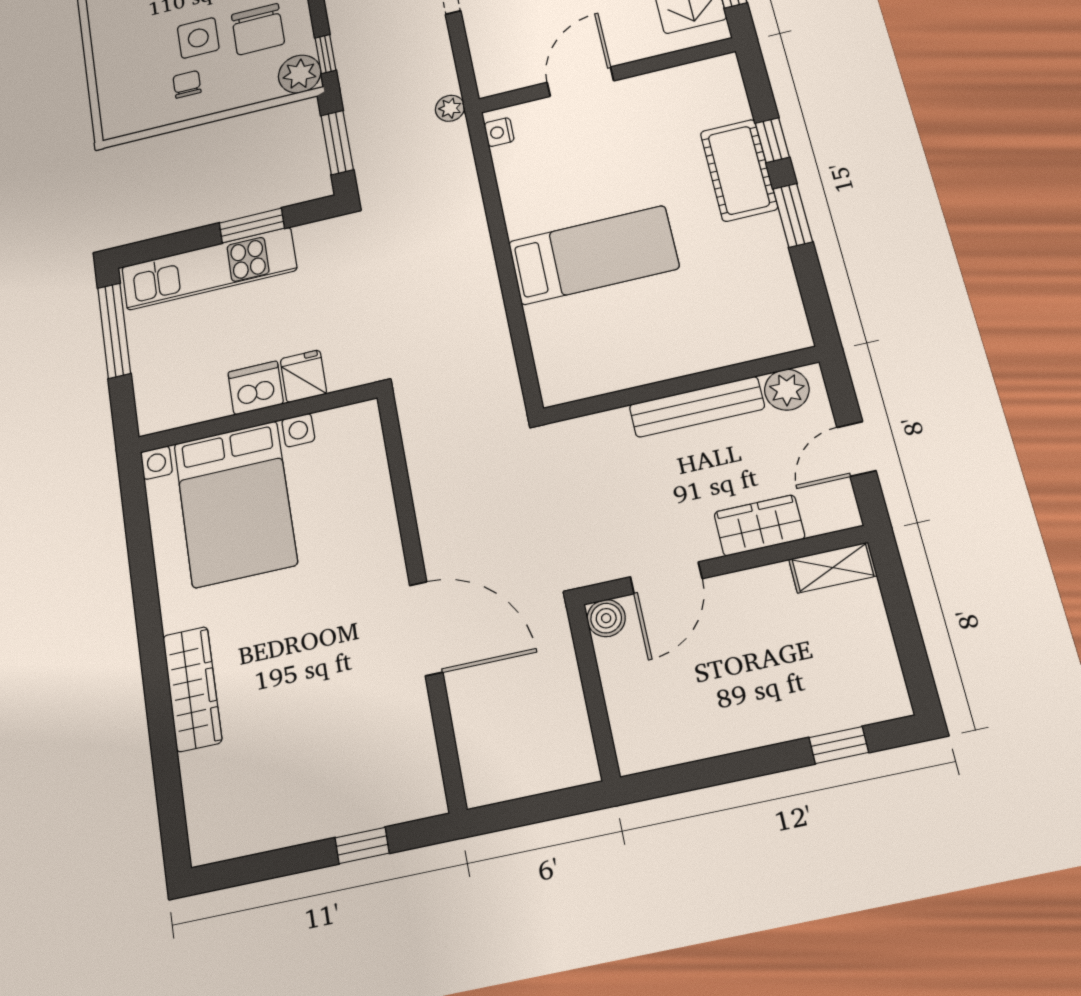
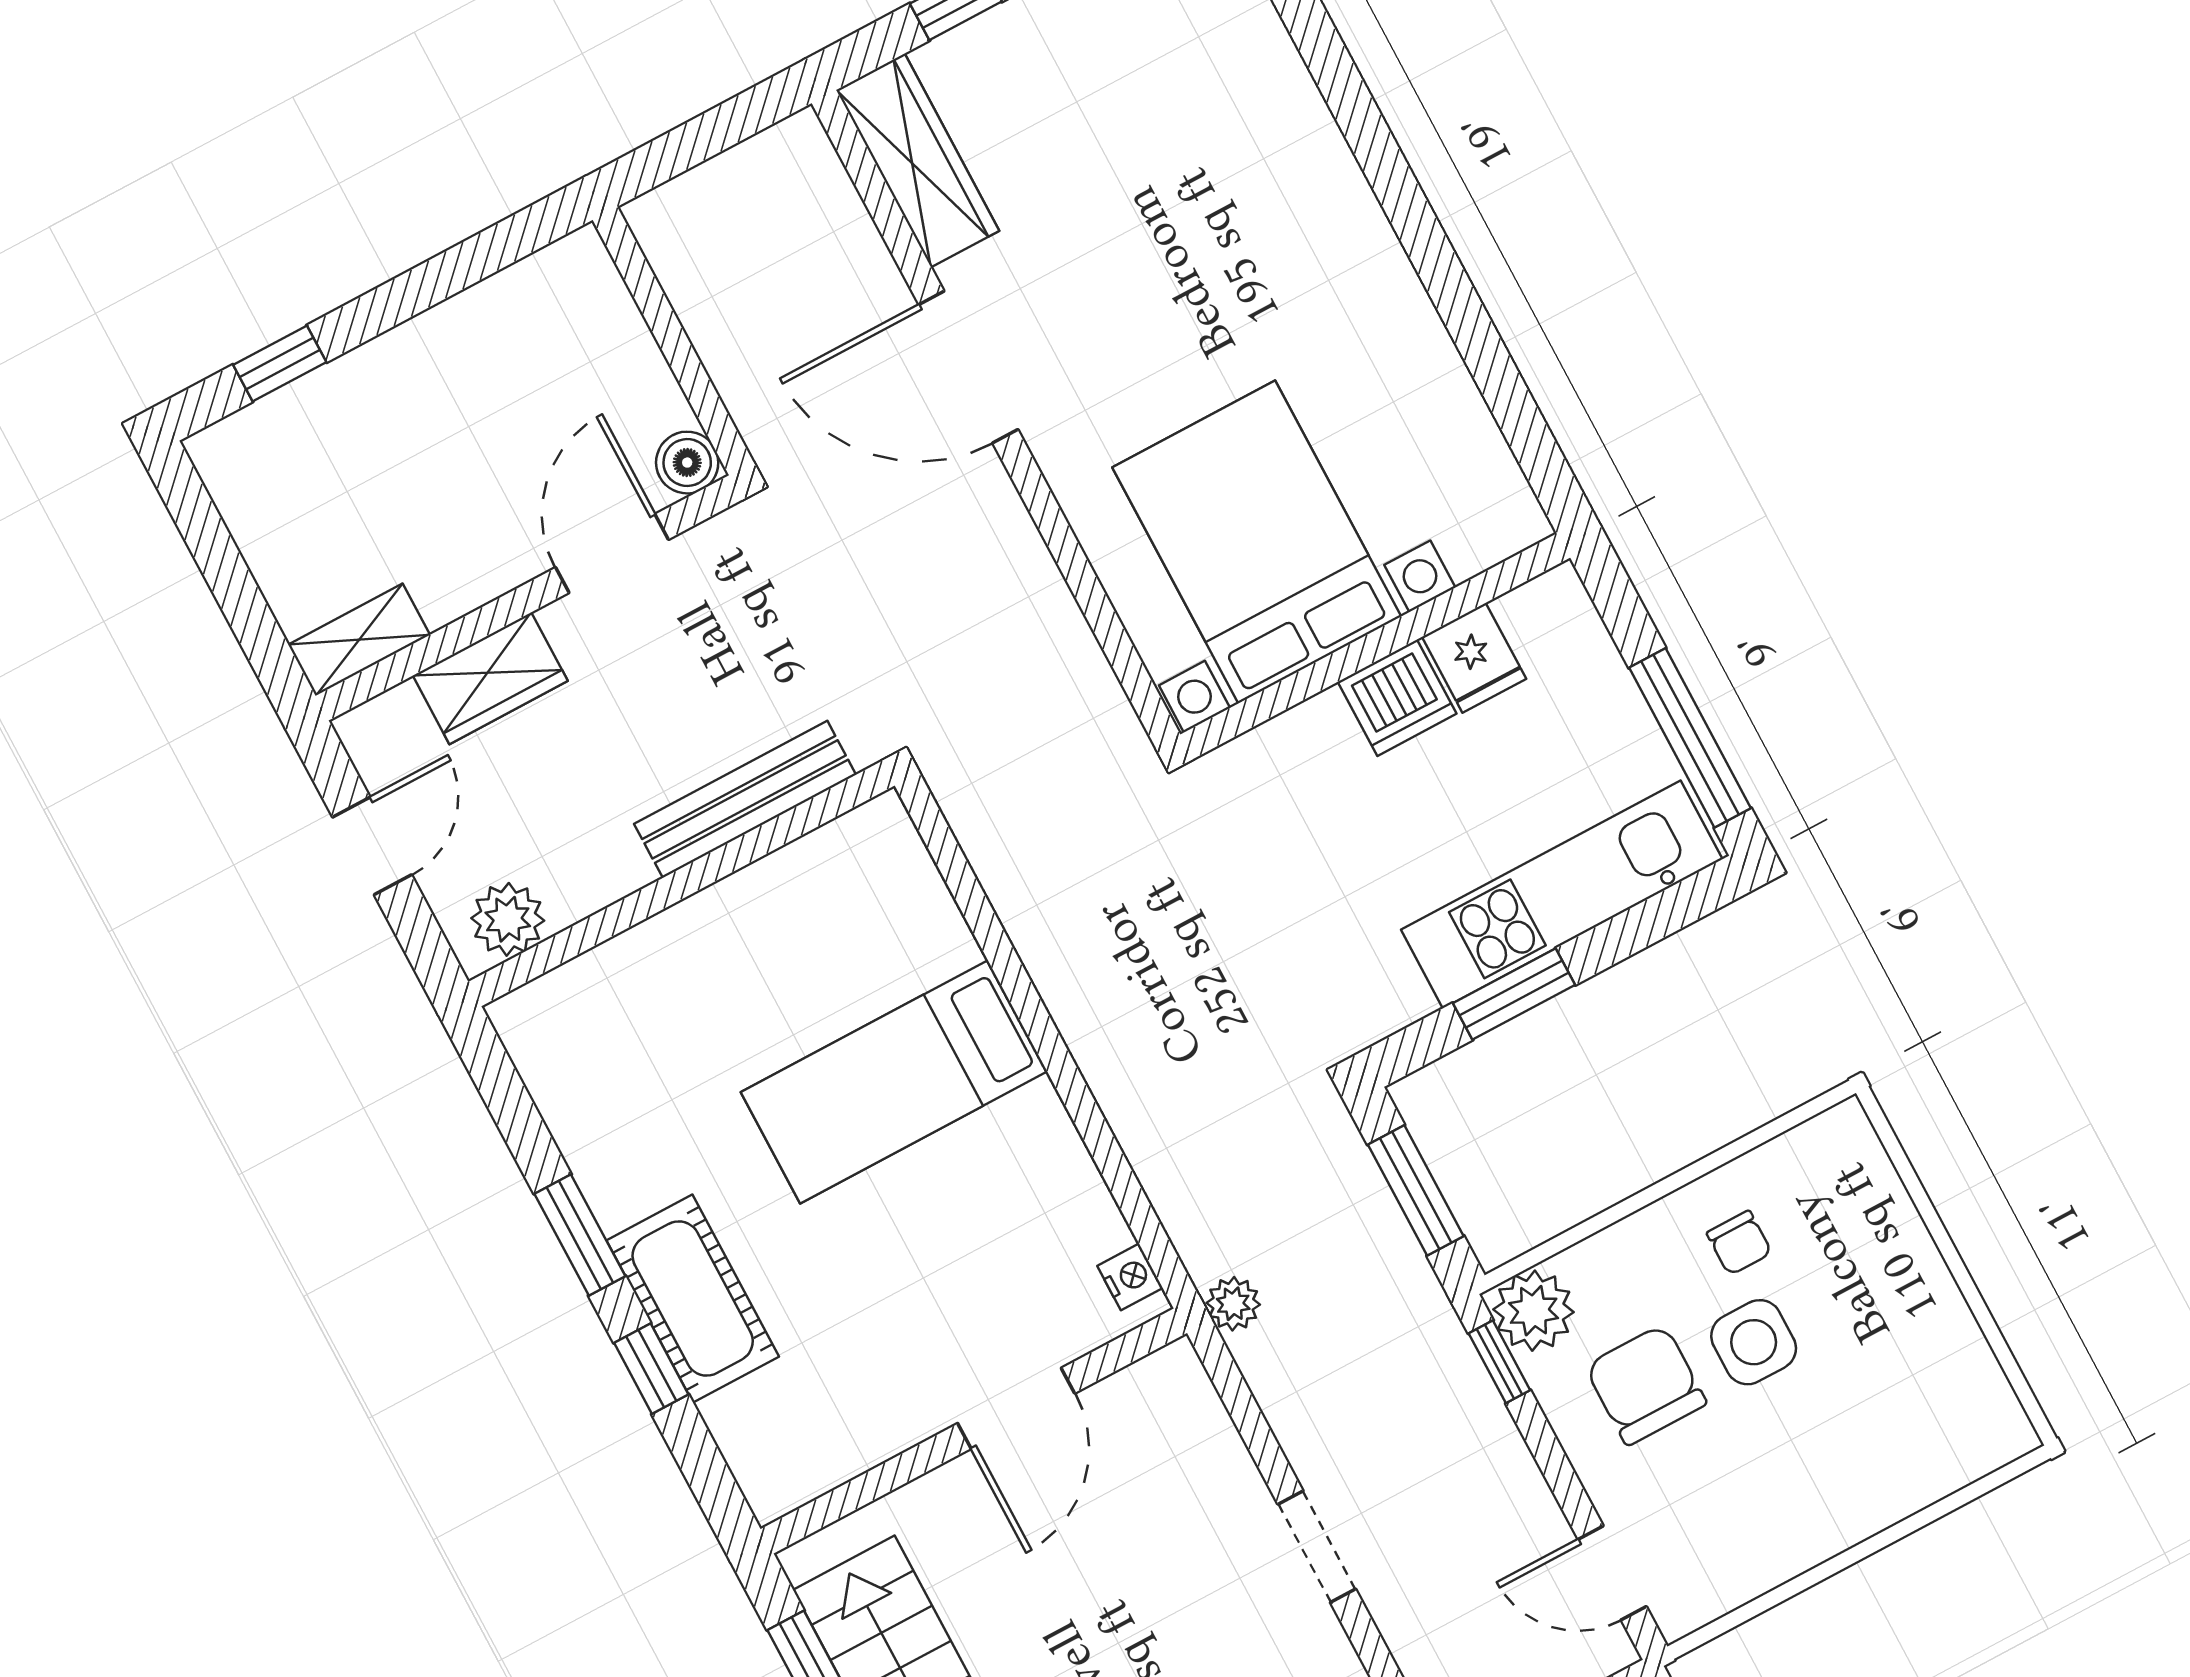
fridge: (303, 376) -> (1474, 658), moved
bench: (697, 407) -> (745, 799), moved
bed with nightstands: (235, 504) -> (1257, 542), moved
wardrobe: (192, 689) -> (918, 160), moved, turned 180

